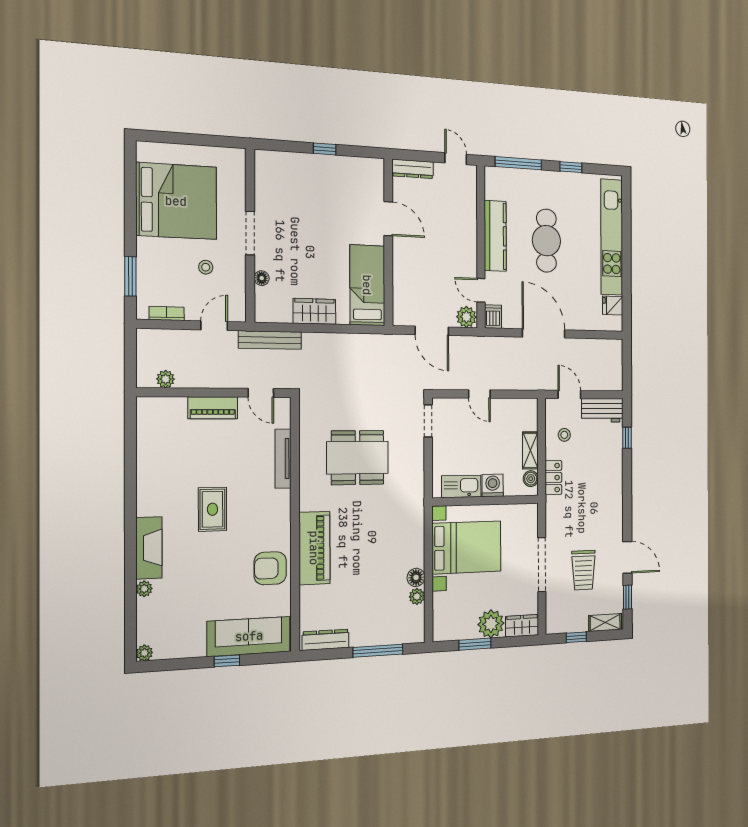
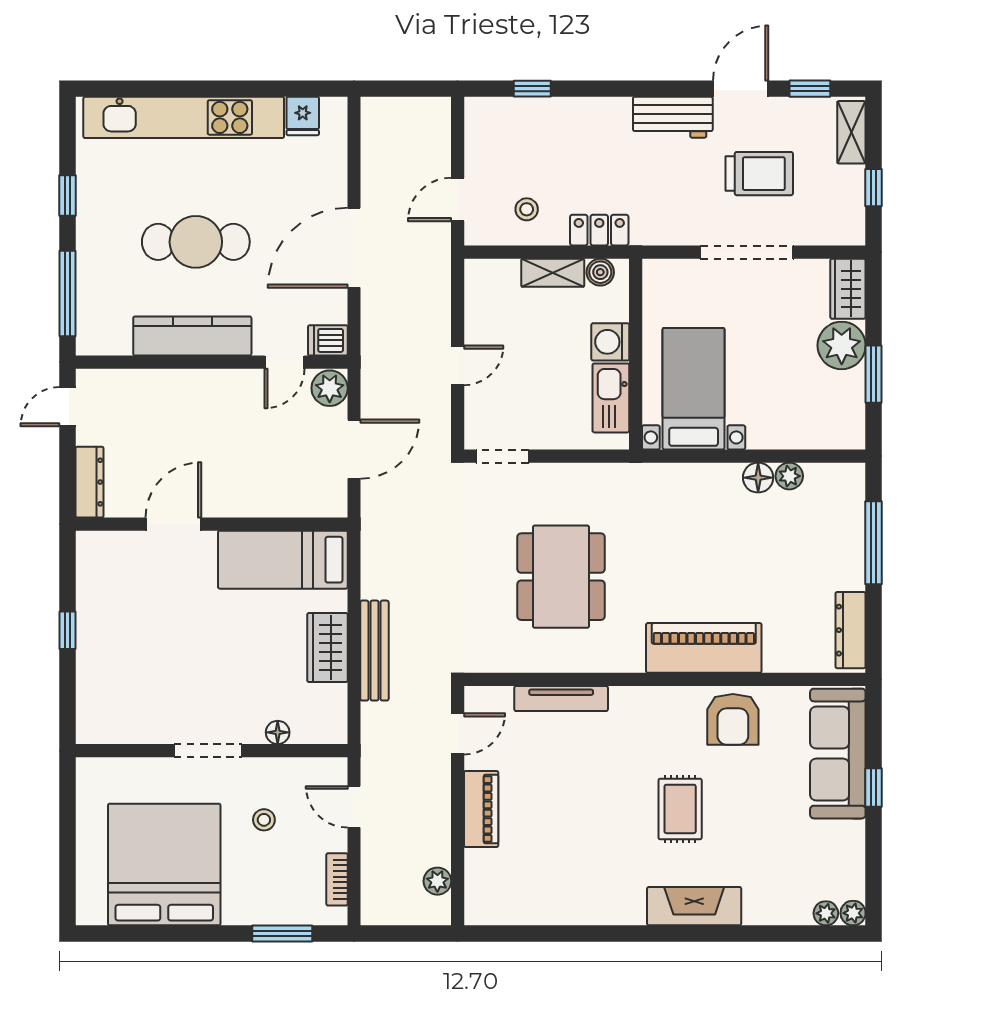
bench: (270, 340) -> (374, 651), moved
workbench: (602, 410) -> (673, 117), moved, turned 90
rug: (212, 509) -> (680, 809), moved, turned 90
bed with nightstands: (467, 547) -> (694, 389), width x0.73
plant: (144, 589) -> (826, 913), moved

